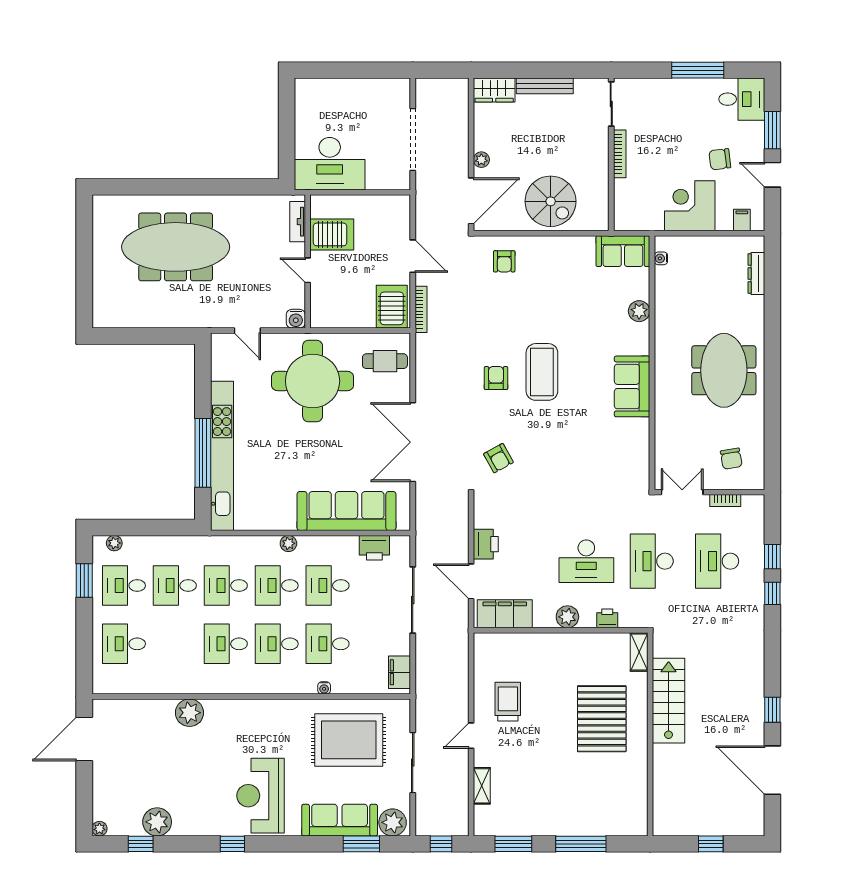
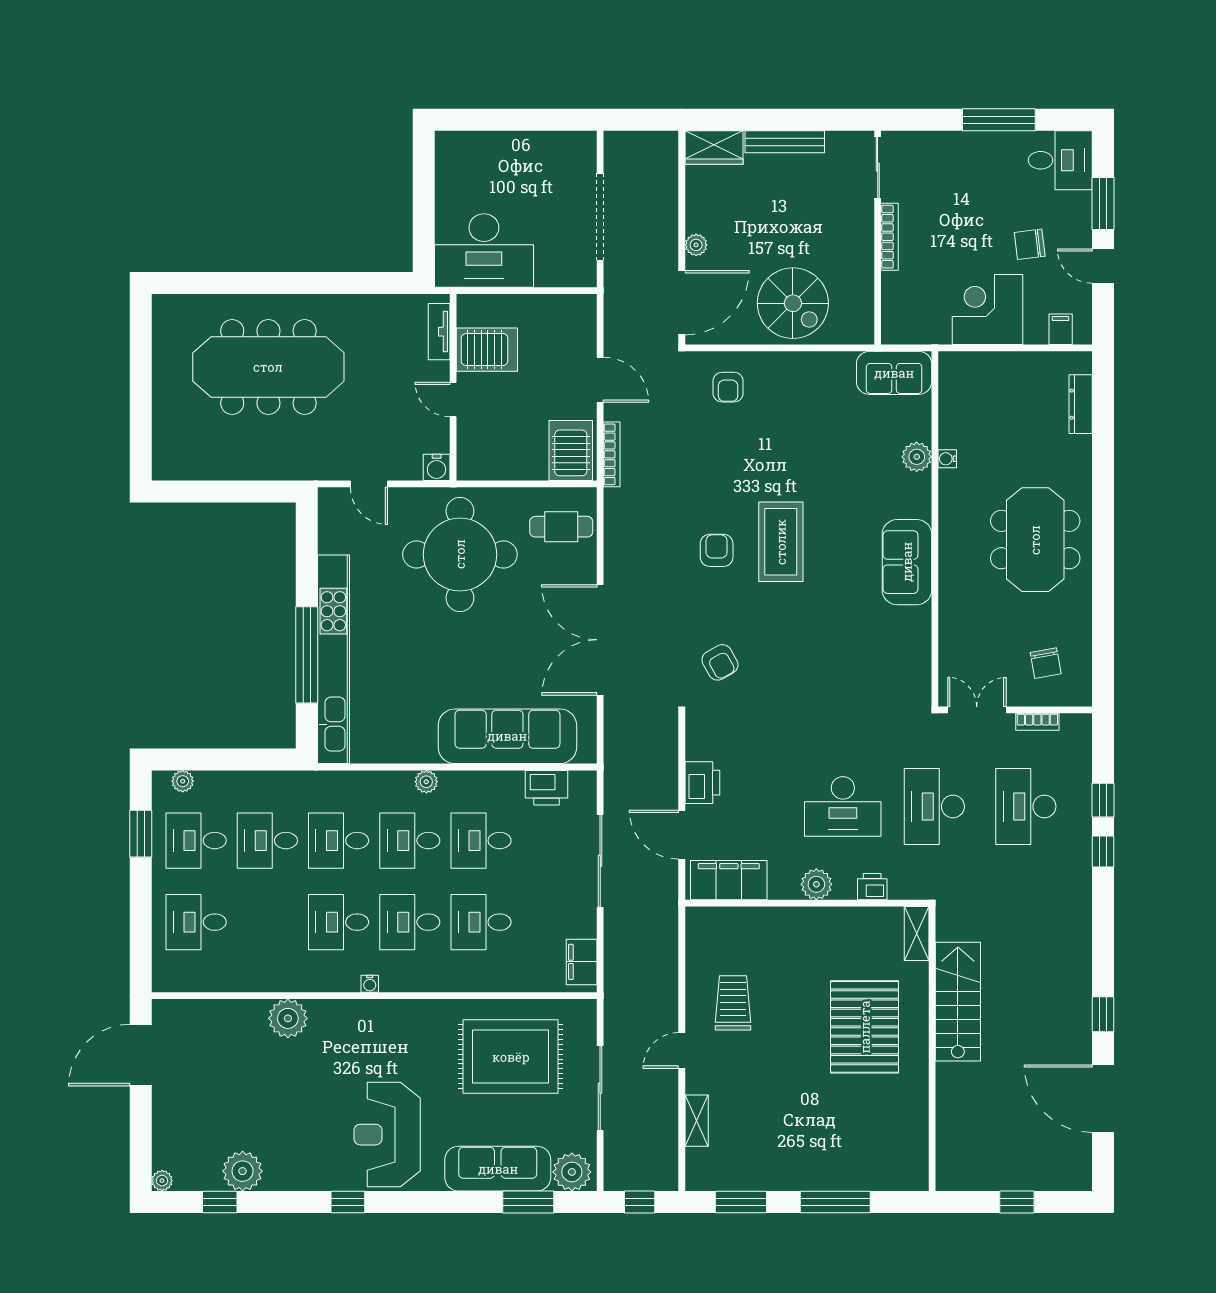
water cooler: (661, 258) -> (947, 459), moved
water cooler: (324, 688) -> (370, 984), moved

